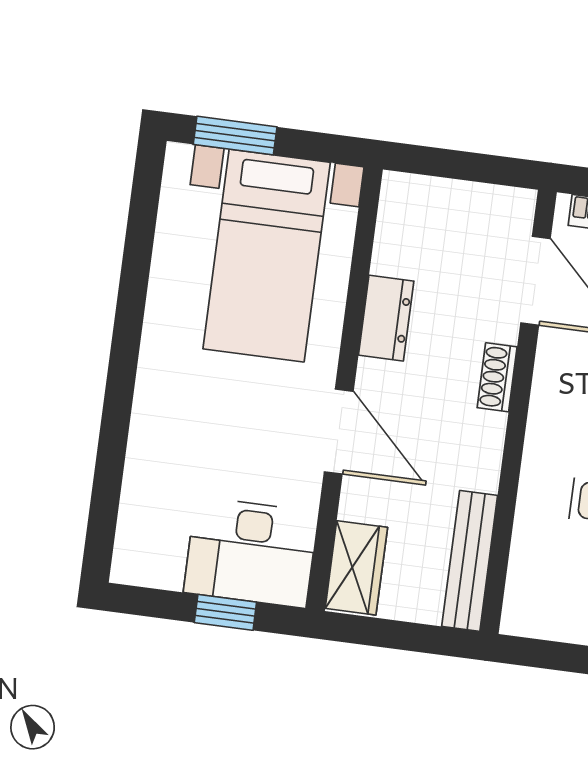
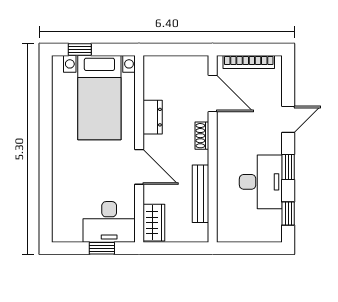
window: (235, 136) -> (80, 50), width x0.67
bench: (470, 561) -> (201, 194), moved

